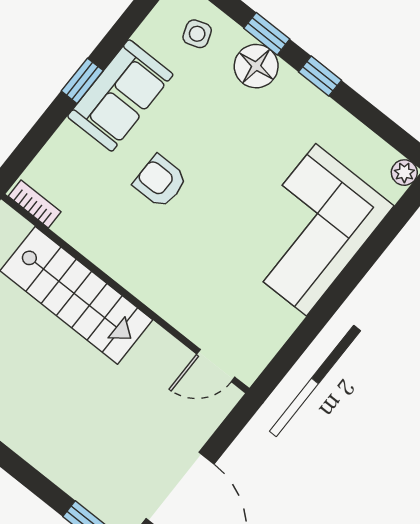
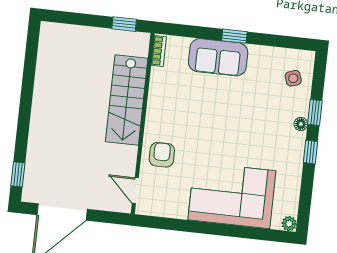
floor lamp: (256, 66) -> (301, 124), width x0.53, depth x0.53
sofa: (120, 95) -> (218, 57), moved
armchair: (160, 181) -> (162, 155), moved

